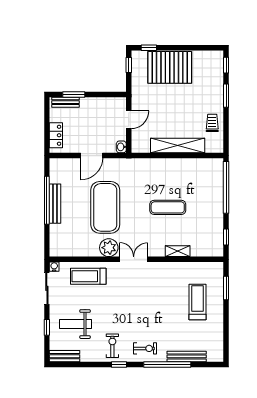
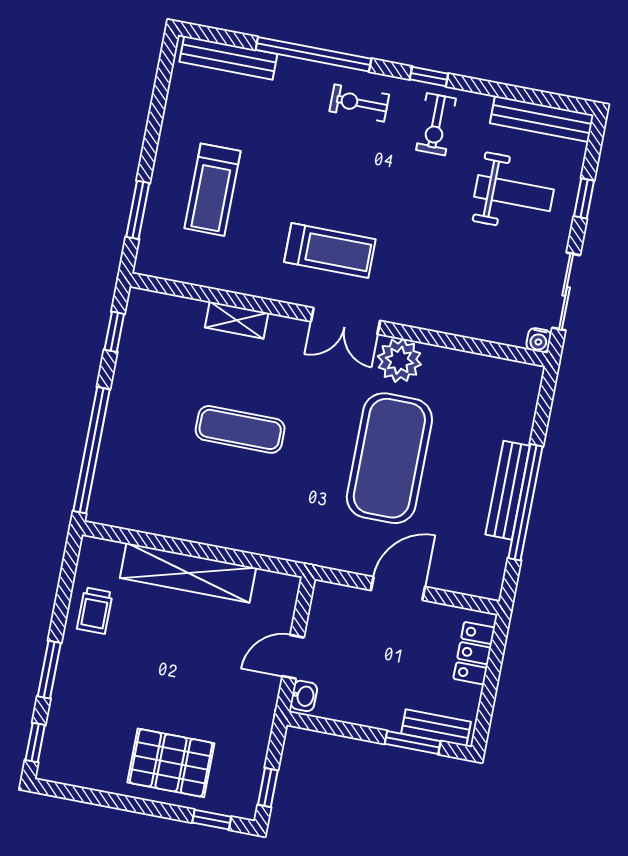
pallet: (170, 67) -> (171, 763), width x0.73, depth x0.71
washbasin: (121, 147) -> (304, 696), moved
treadmill: (88, 276) -> (330, 251), moved
bench: (65, 356) -> (542, 119), width x1.36
bench: (187, 356) -> (228, 58), moved

